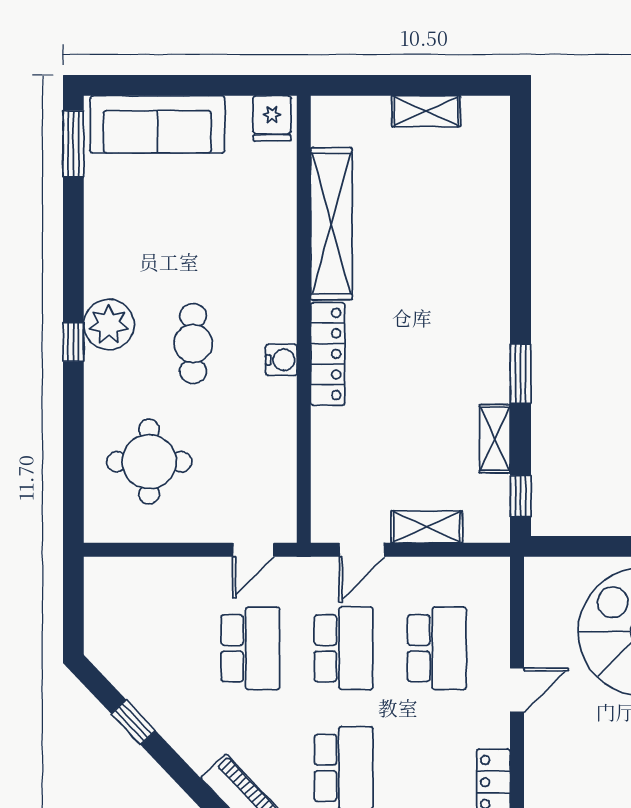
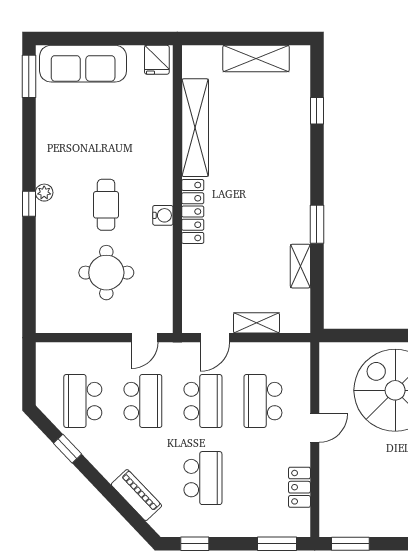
shelving: (426, 111) -> (256, 58), width x1.50, depth x1.33
plant: (109, 325) -> (44, 193), width x0.53, depth x0.53
round table: (149, 462) -> (106, 273), moved
window: (521, 496) -> (317, 111), moved
school desk: (157, 648) -> (83, 401), added
school desk: (437, 648) -> (263, 401), turned 180

